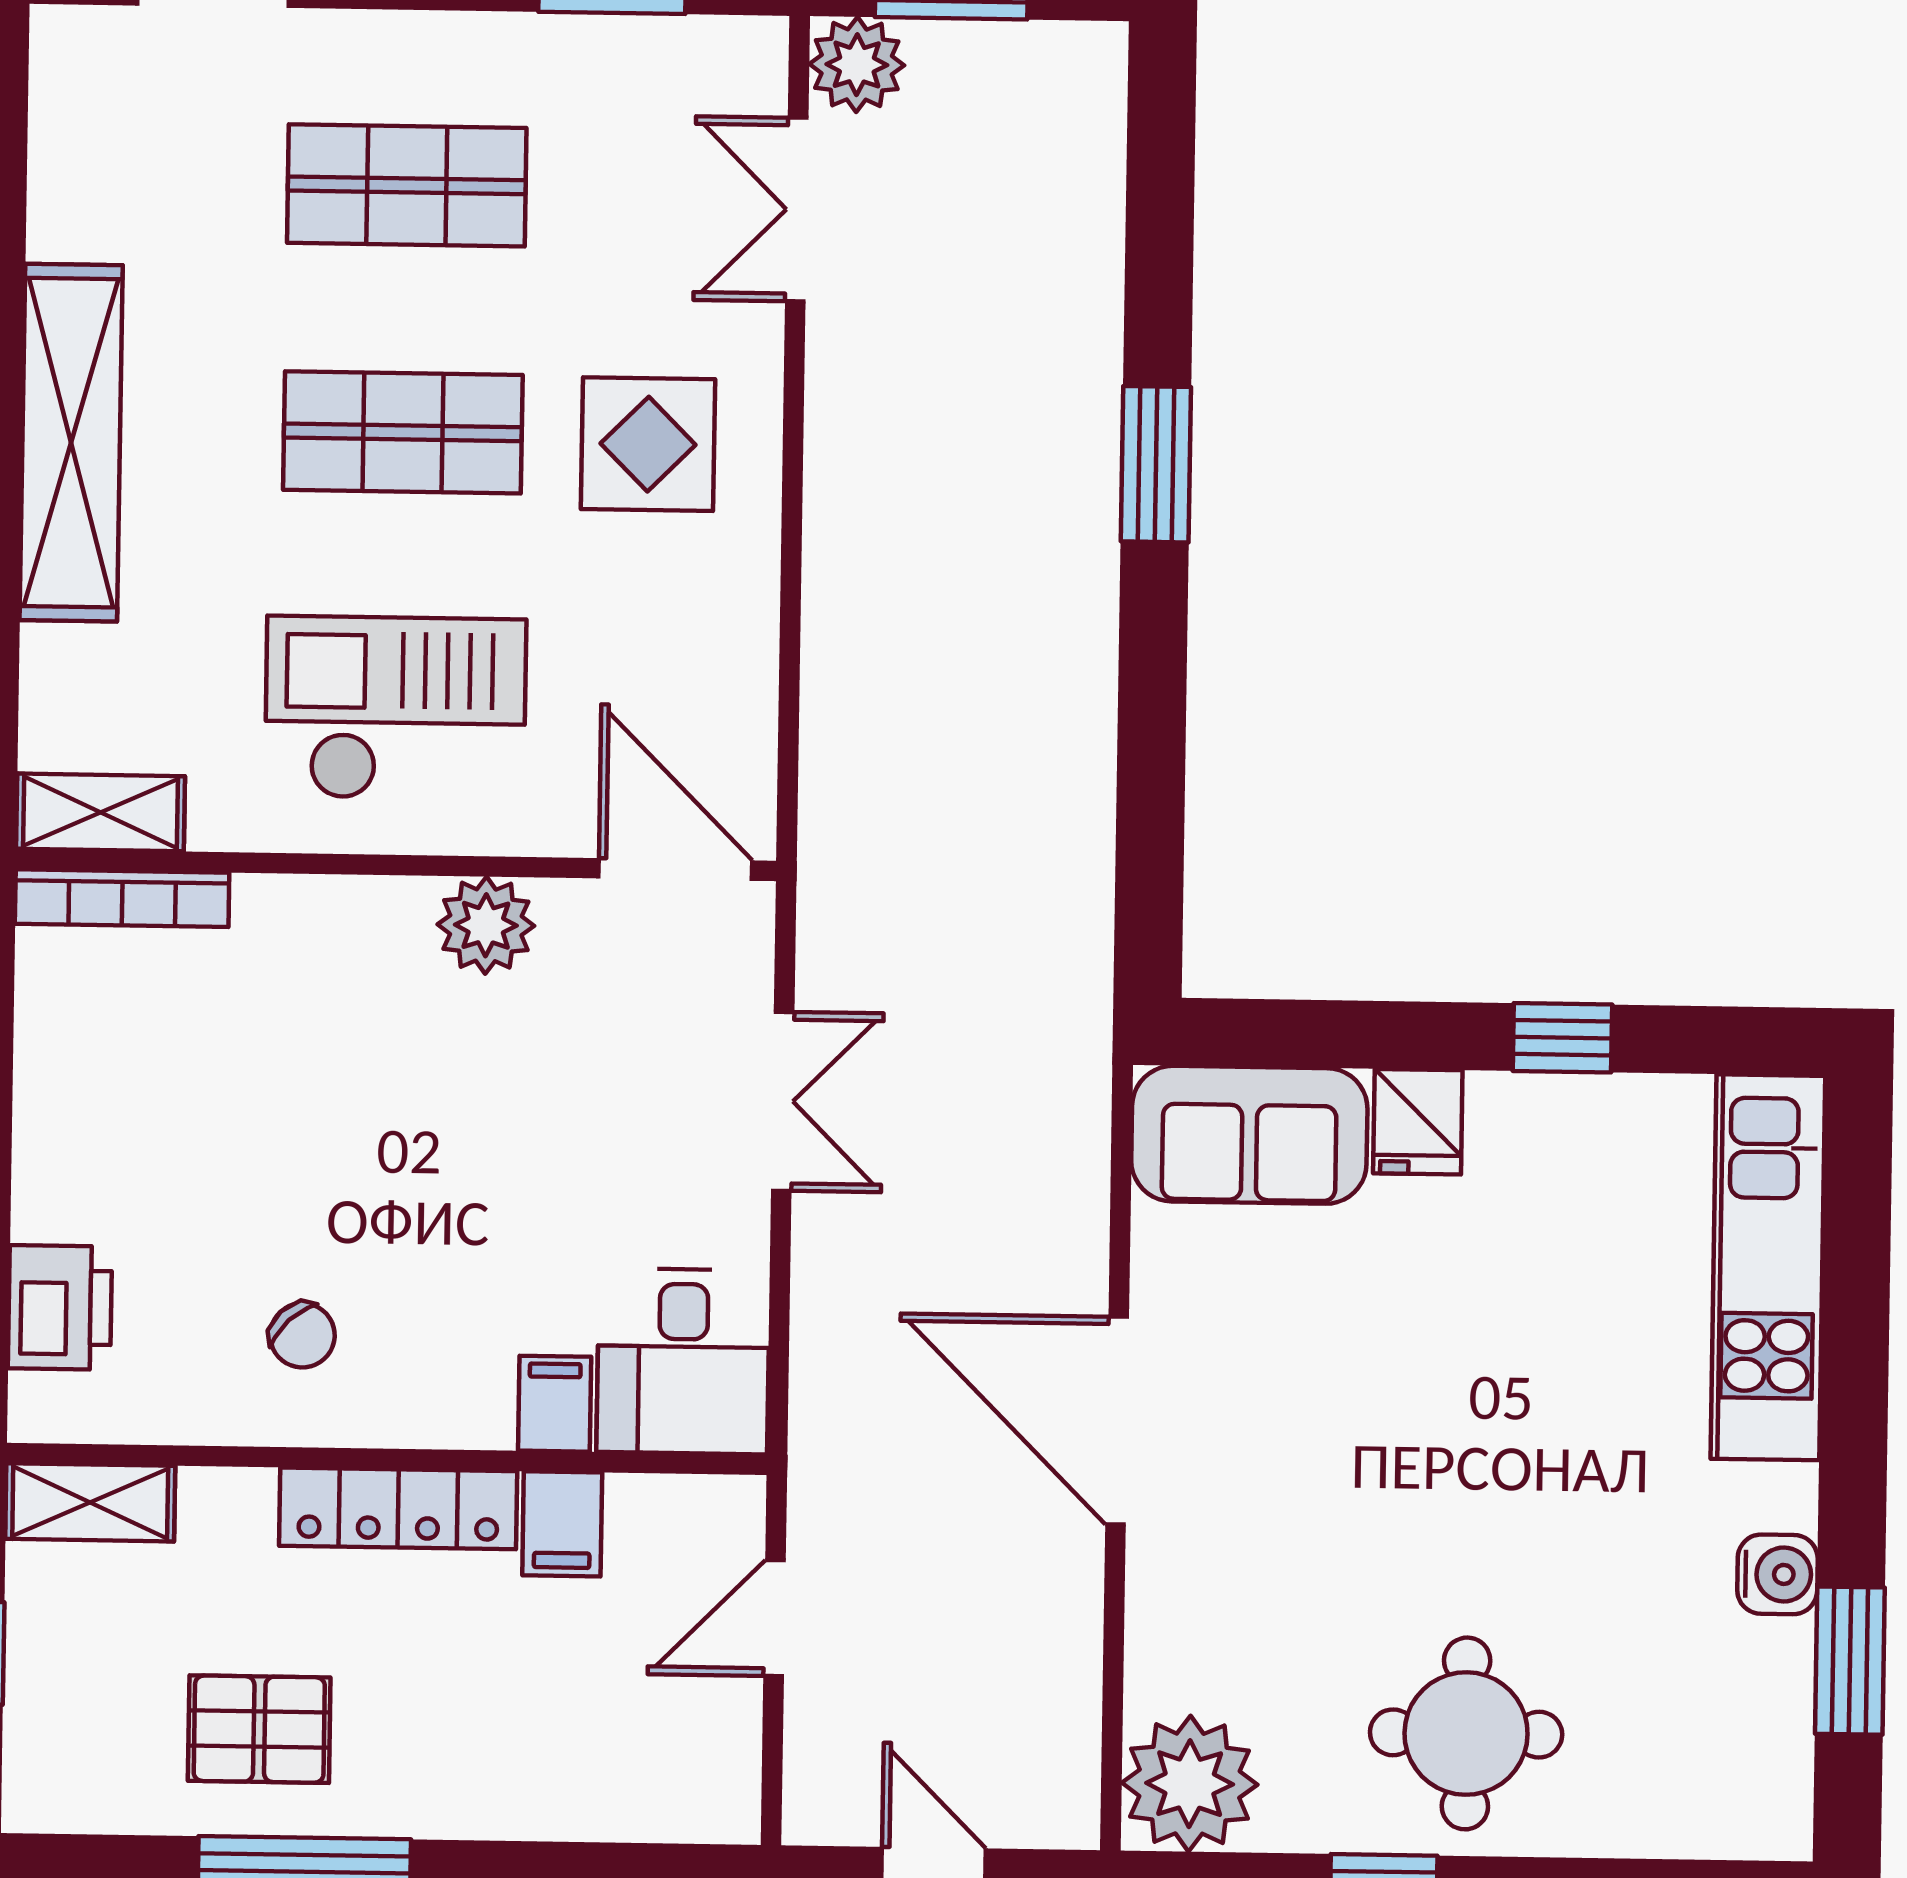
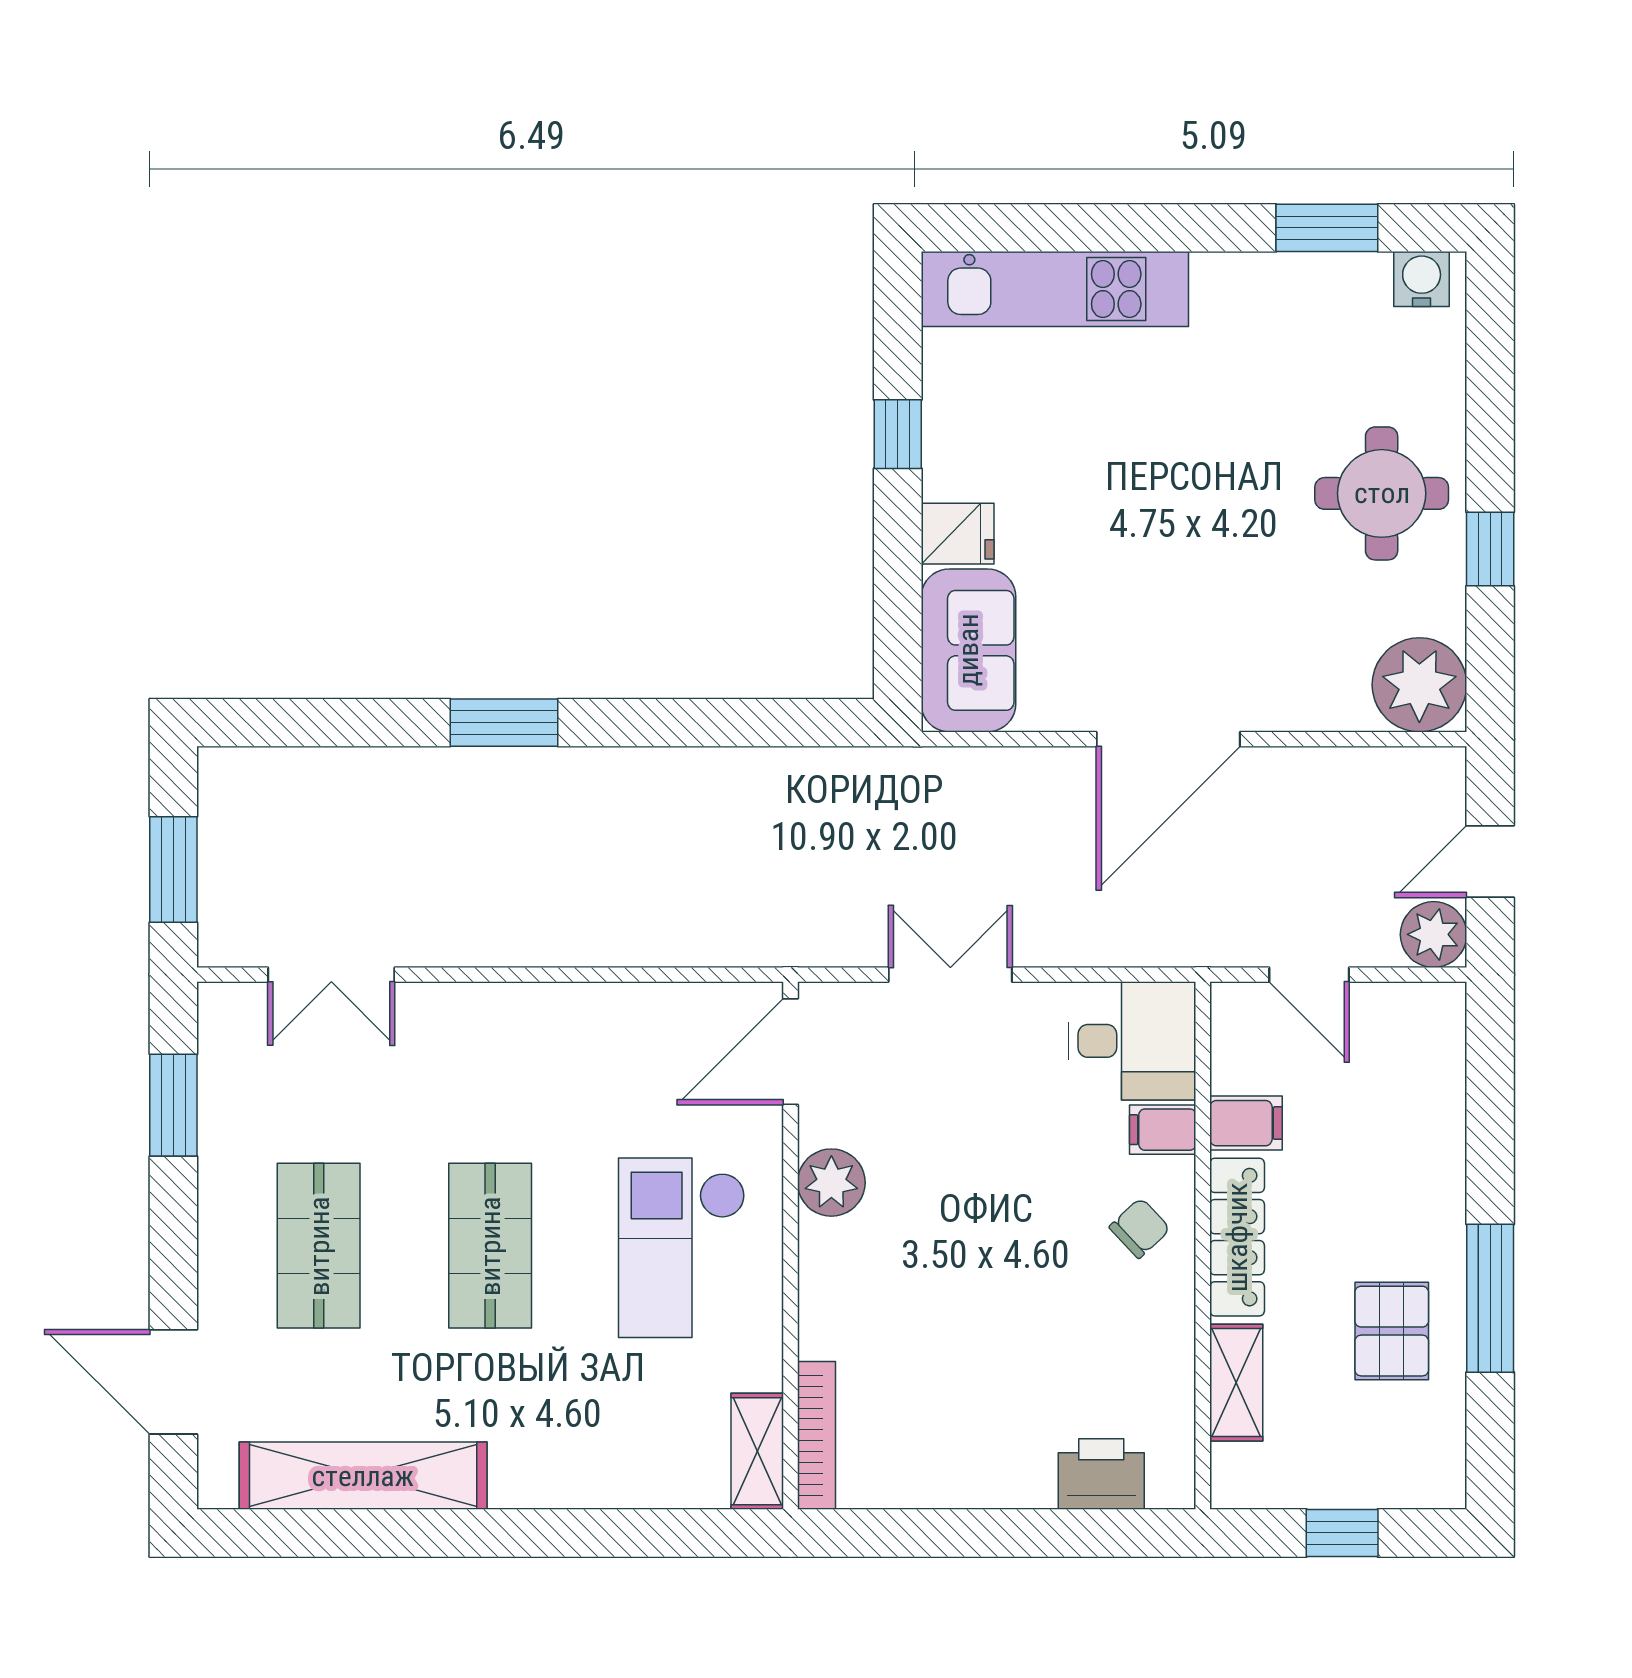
plant: (857, 65) -> (1434, 934), moved
shelving: (71, 443) -> (363, 1476), moved
display table: (648, 444) -> (496, 1075), removed
chair: (302, 1335) -> (1140, 1228), moved
shelving: (90, 1502) -> (1236, 1383), moved
water cooler: (1777, 1574) -> (1422, 279), moved

